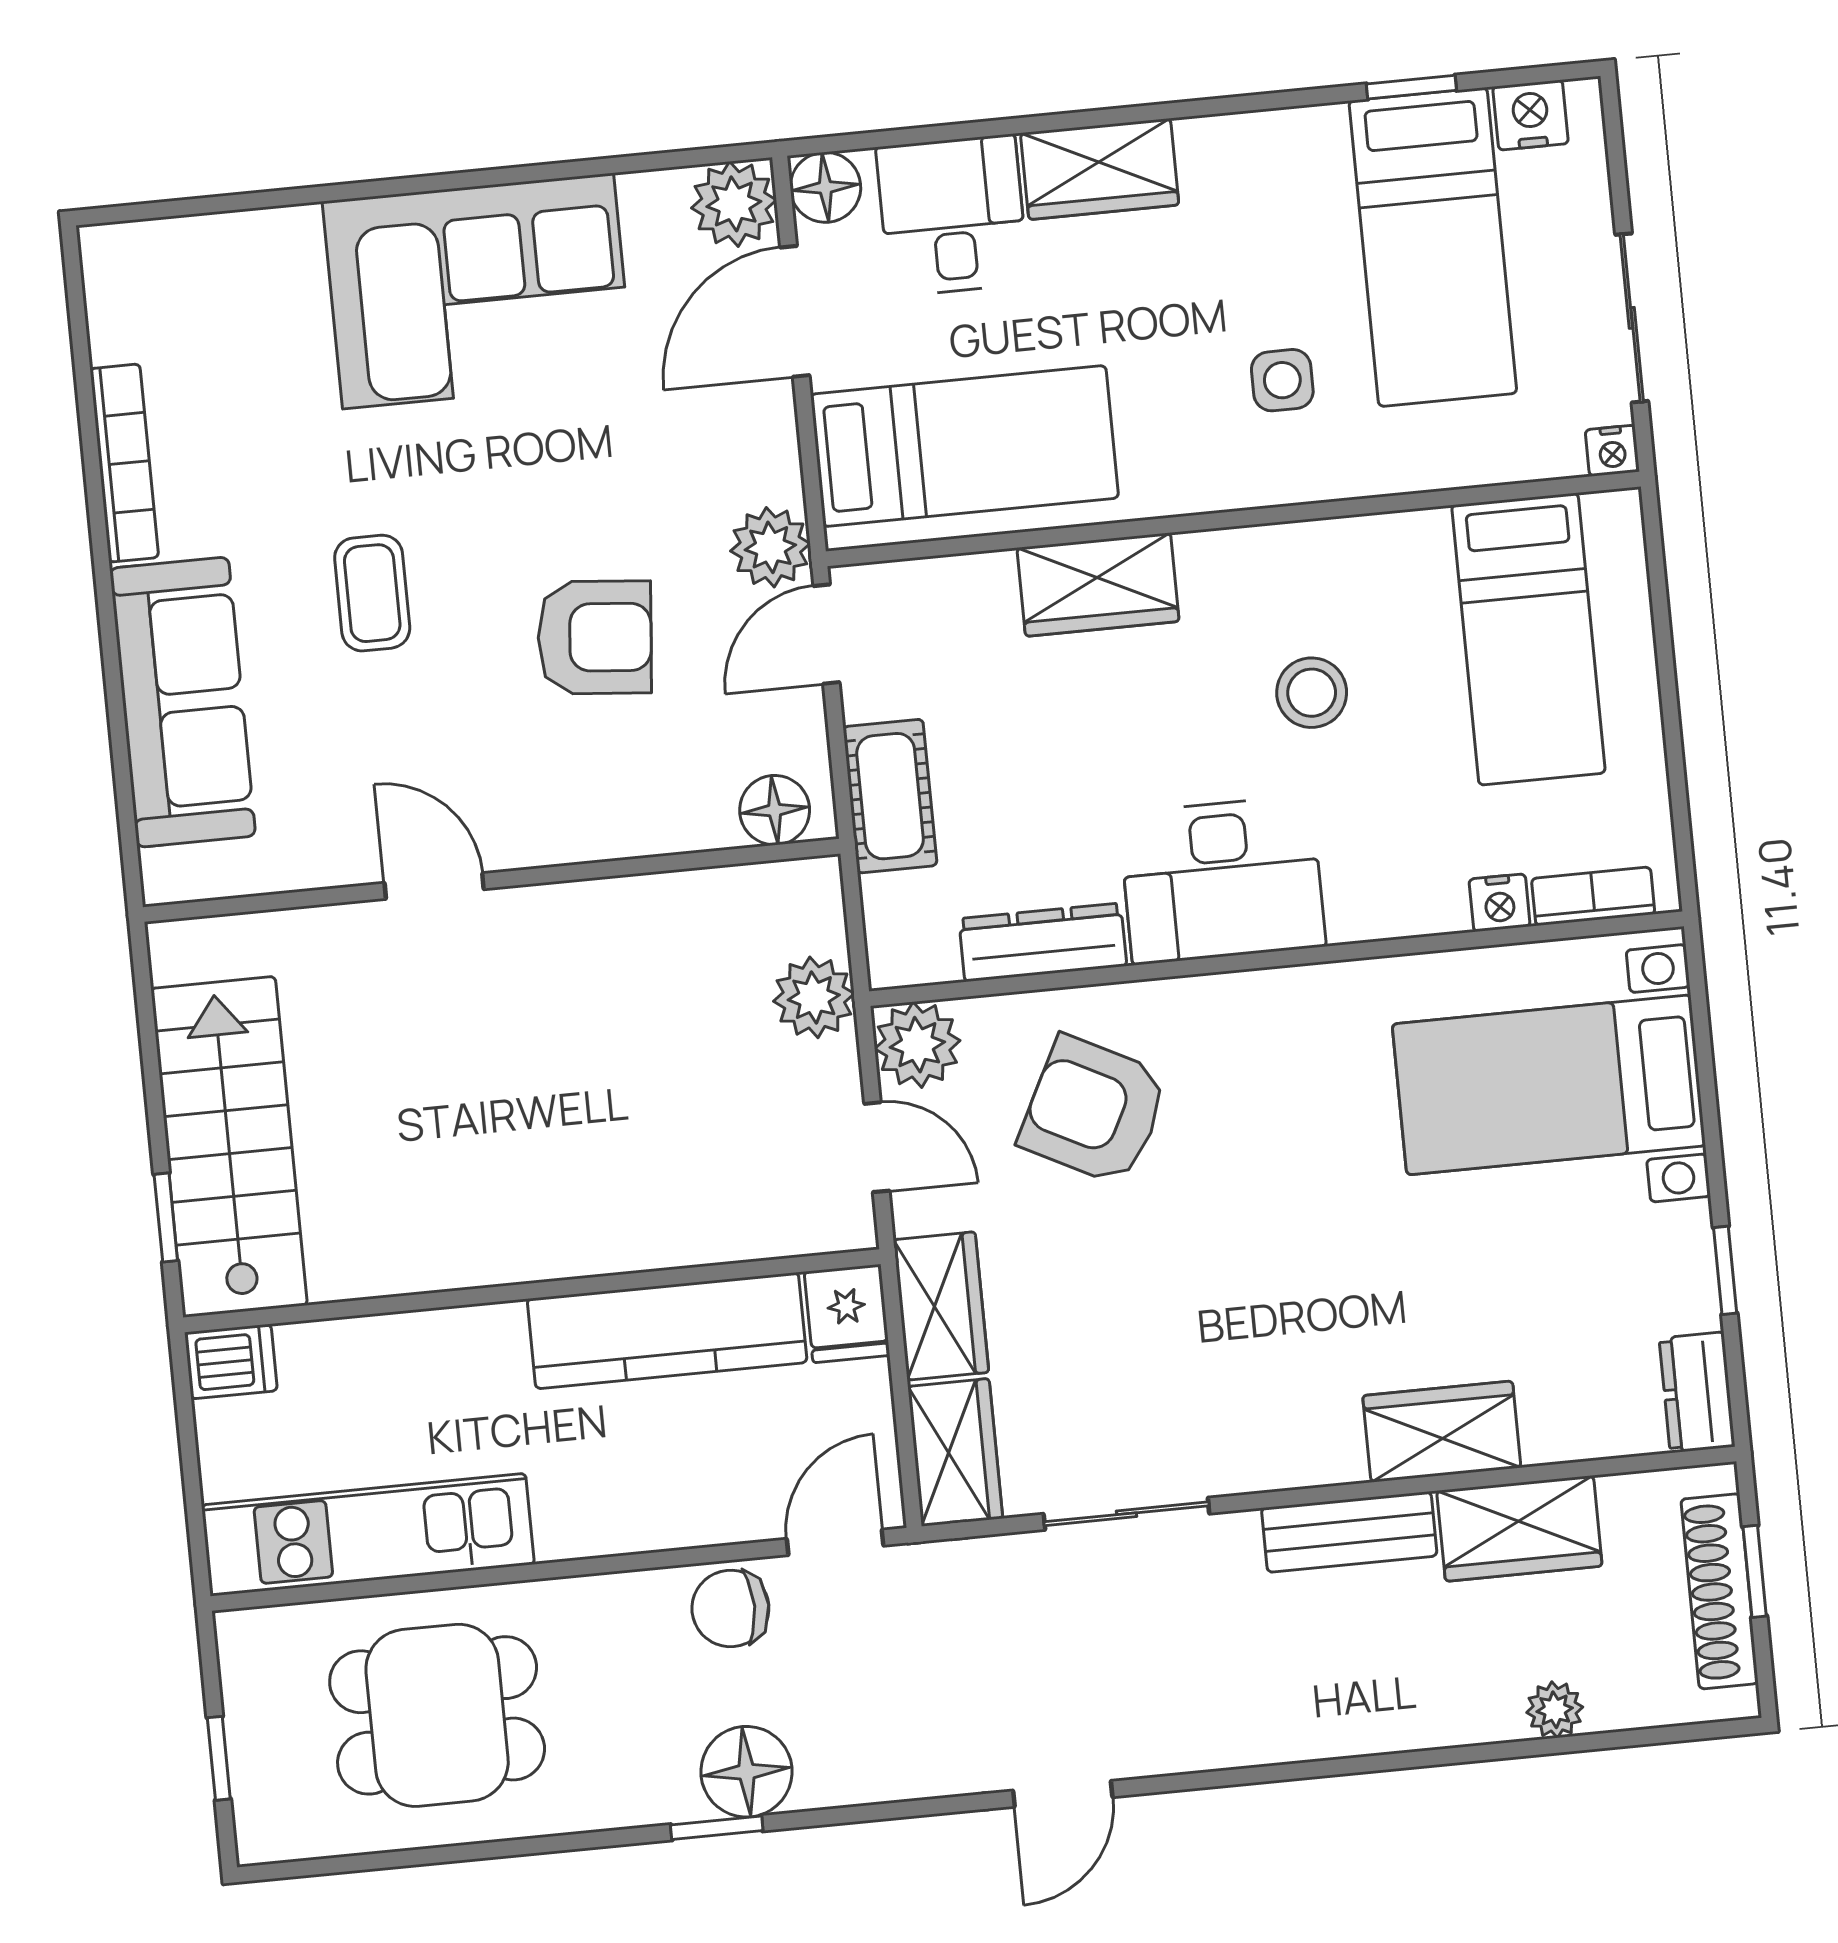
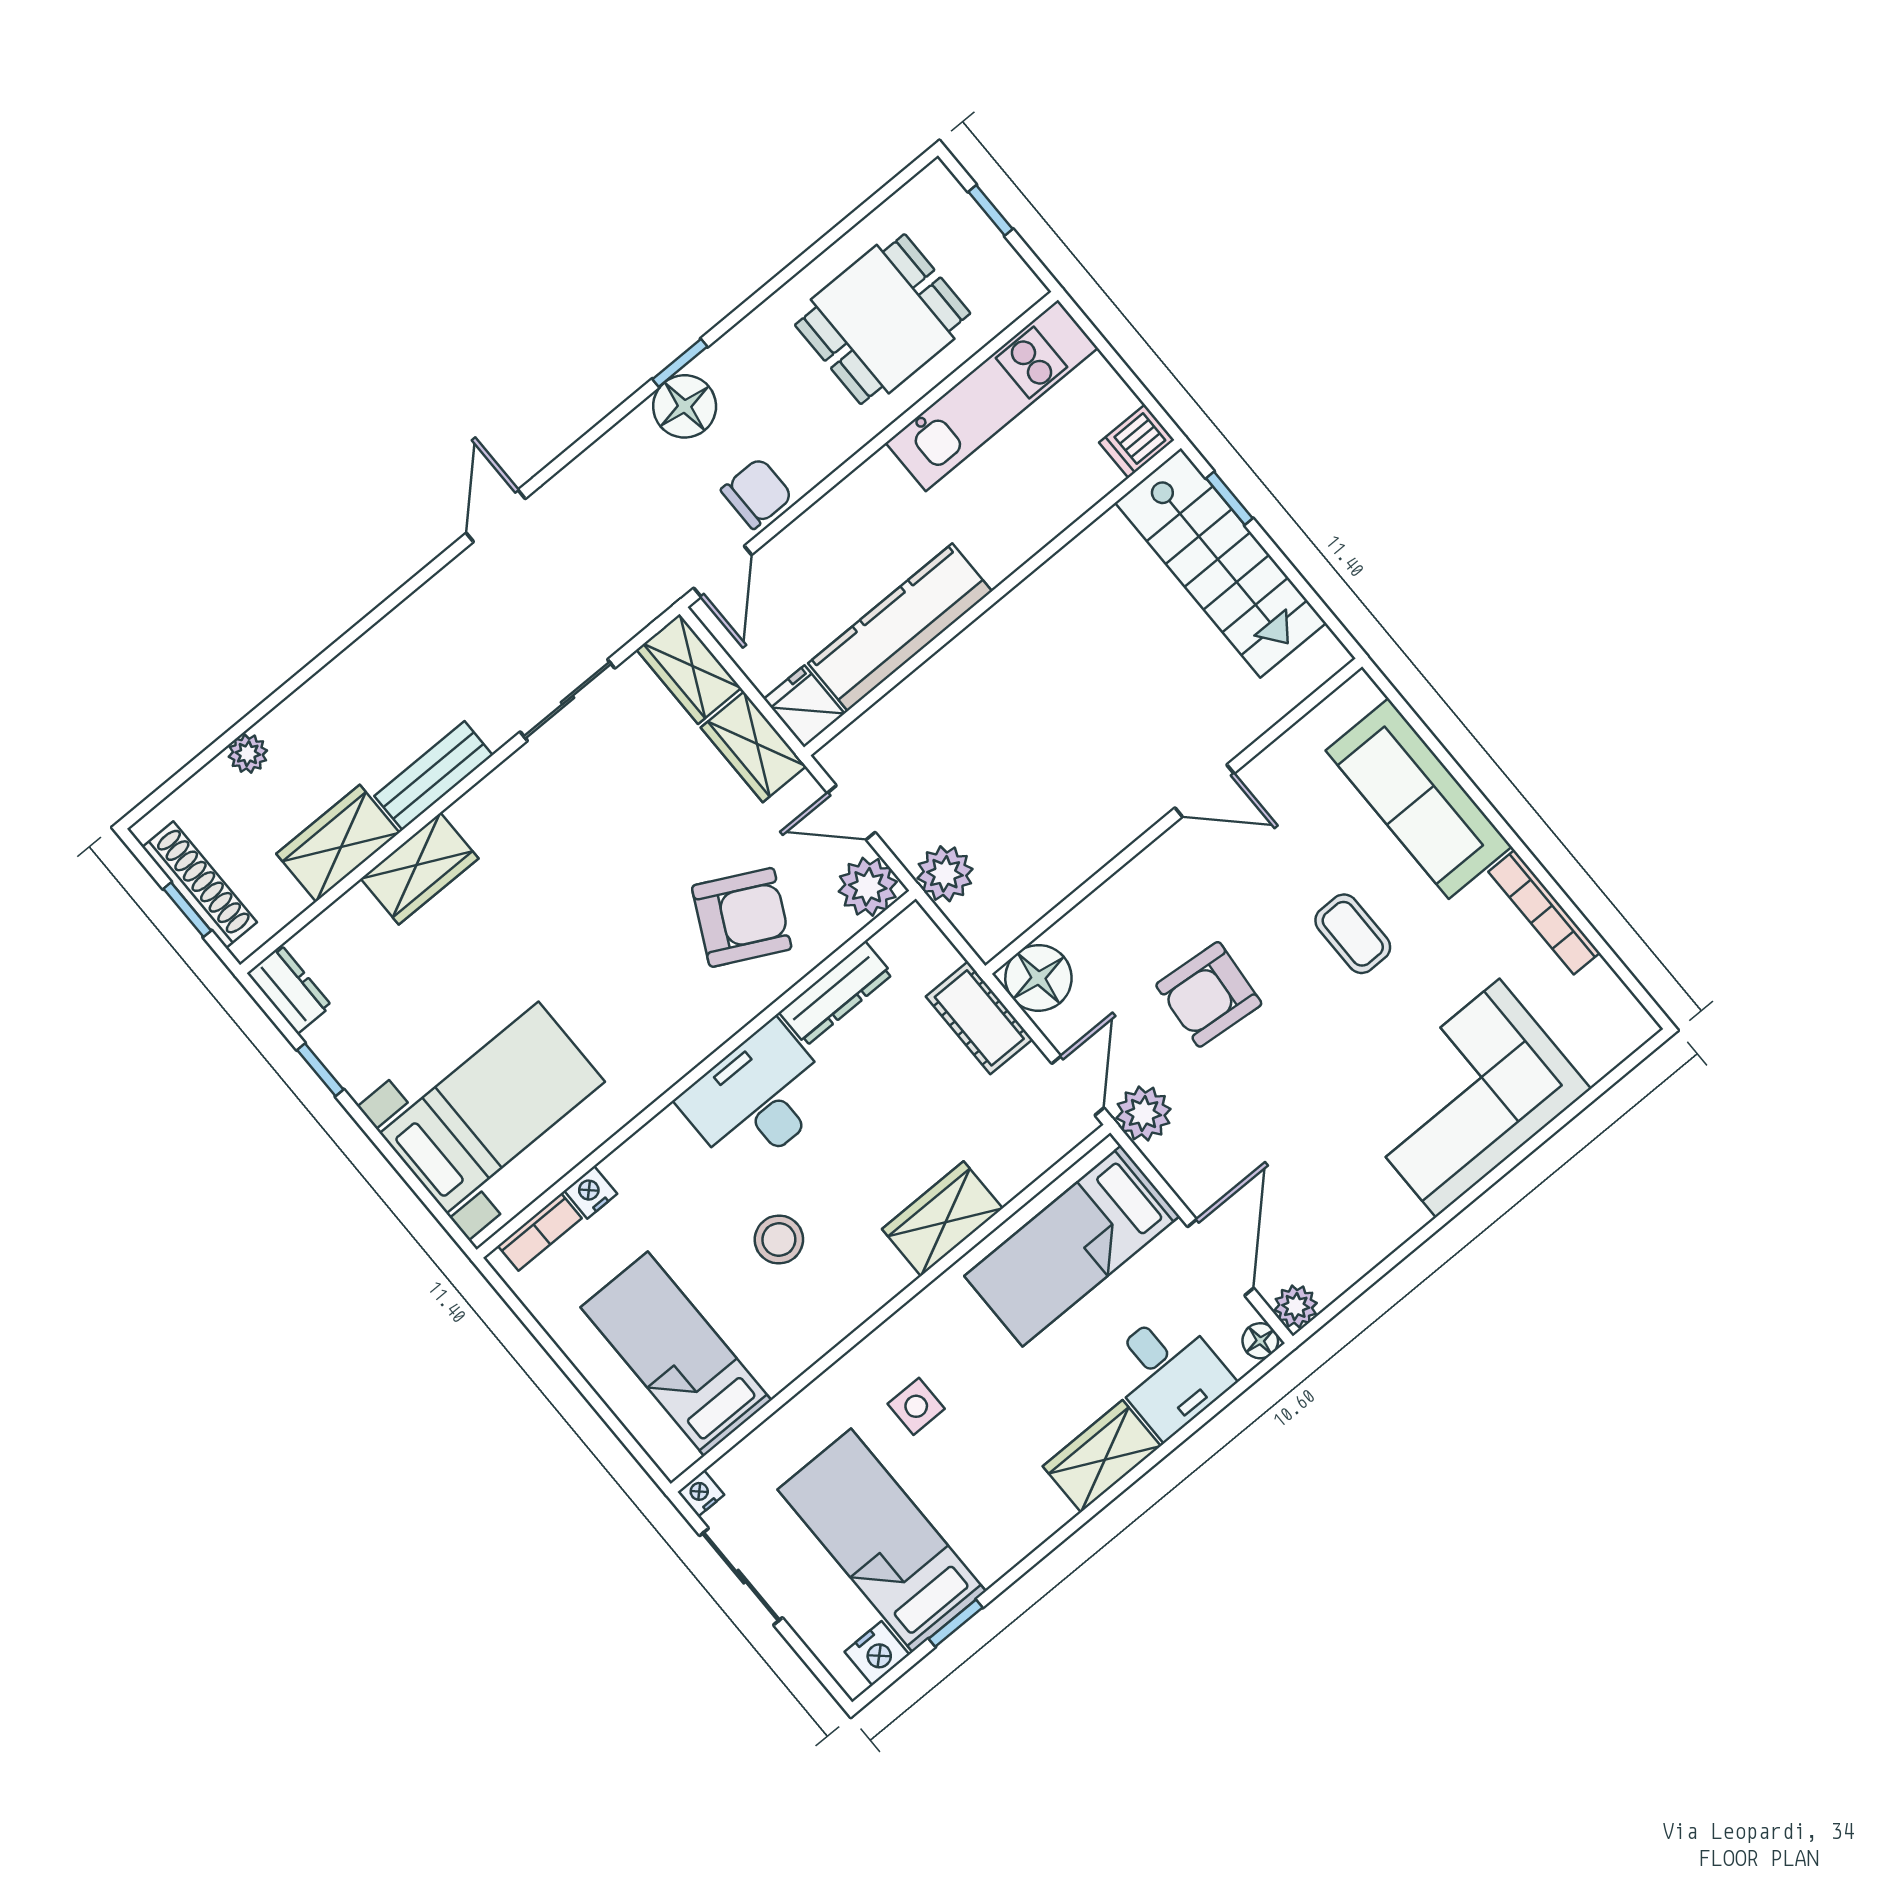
floor lamp: (825, 187) -> (1260, 1341), width x0.73, depth x0.73
plant: (734, 204) -> (1296, 1306), width x0.73, depth x0.73
corner sofa: (478, 291) -> (1468, 1098), moved
floor lamp: (775, 810) -> (1038, 978), width x1.38, depth x1.38

